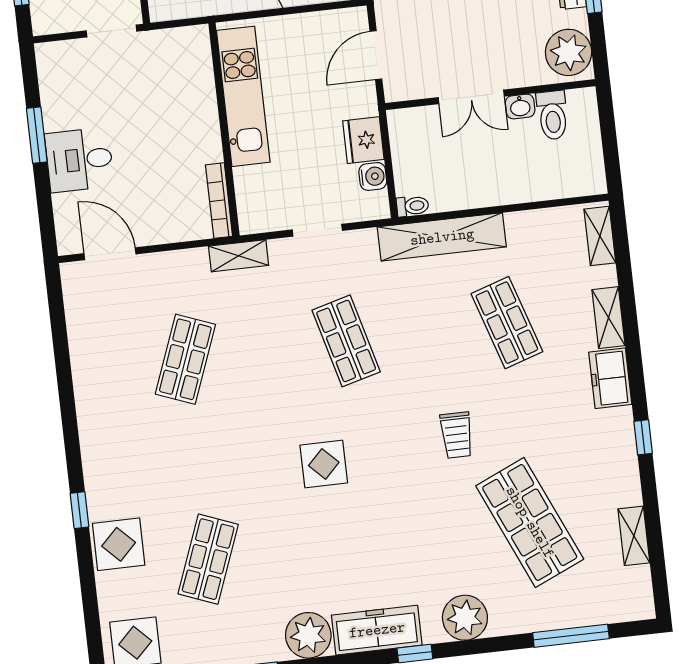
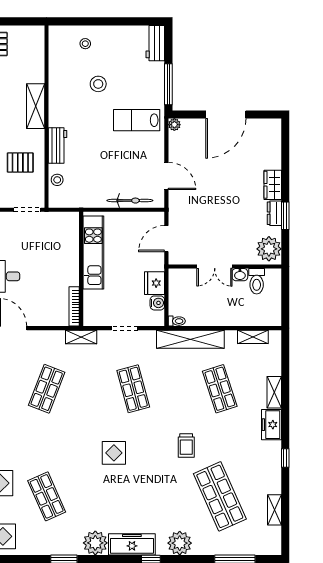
shelving: (600, 236) -> (253, 337), moved, turned 90
shop shelf: (208, 559) -> (47, 496), turned -45

